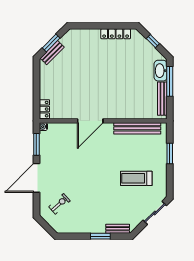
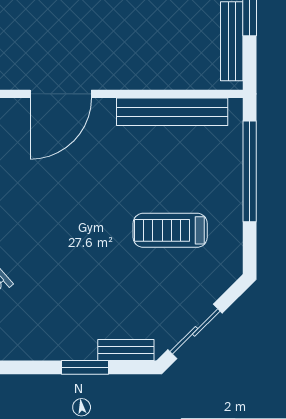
window: (170, 153) -> (250, 171), width x2.11
sliding door: (155, 213) -> (195, 331), moved

